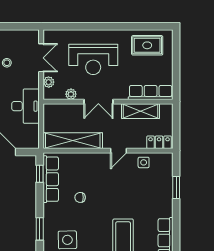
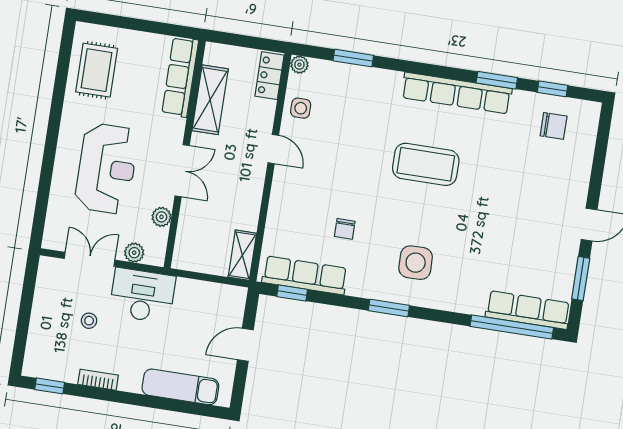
desk: (25, 106) -> (142, 295), moved
shelving: (73, 141) -> (242, 255), width x0.45, depth x0.75
plant: (168, 158) -> (299, 65), added

